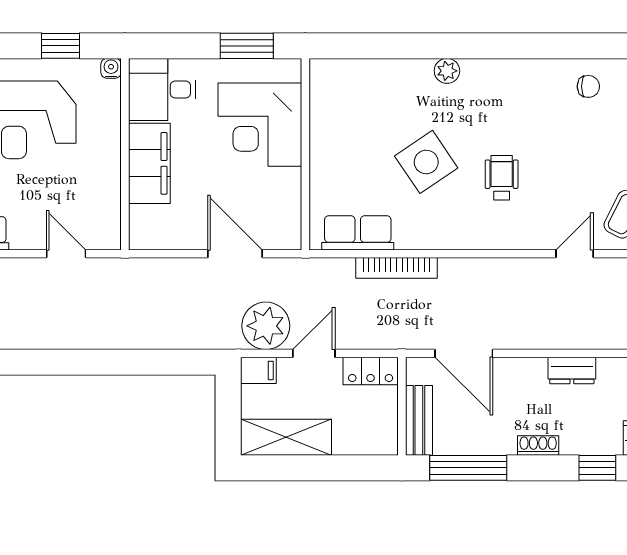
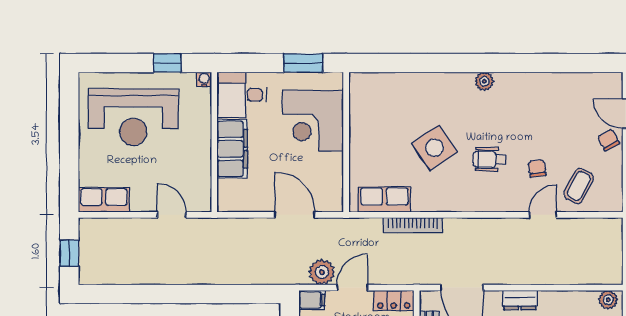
plant: (447, 71) -> (484, 81), moved
chair: (588, 86) -> (537, 168), moved, turned -98
wheelchair: (502, 178) -> (489, 159), turned -90
plant: (266, 326) -> (322, 272), width x0.73, depth x0.73
dresser: (572, 371) -> (520, 300), moved

